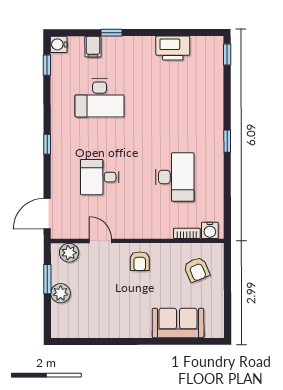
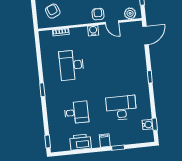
water cooler: (59, 44) -> (148, 125), moved
filing cabinet: (93, 47) -> (105, 140), moved
desk: (100, 177) -> (76, 112), moved
water cooler: (210, 230) -> (93, 31), moved
armchair: (140, 261) -> (98, 14), moved

